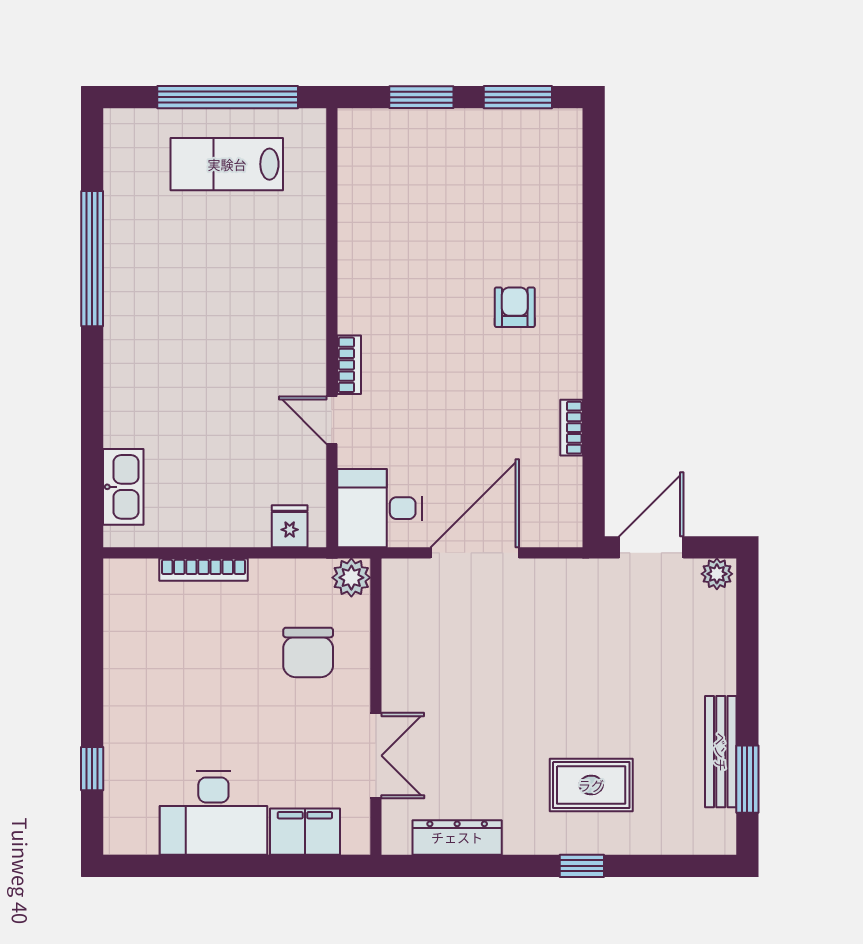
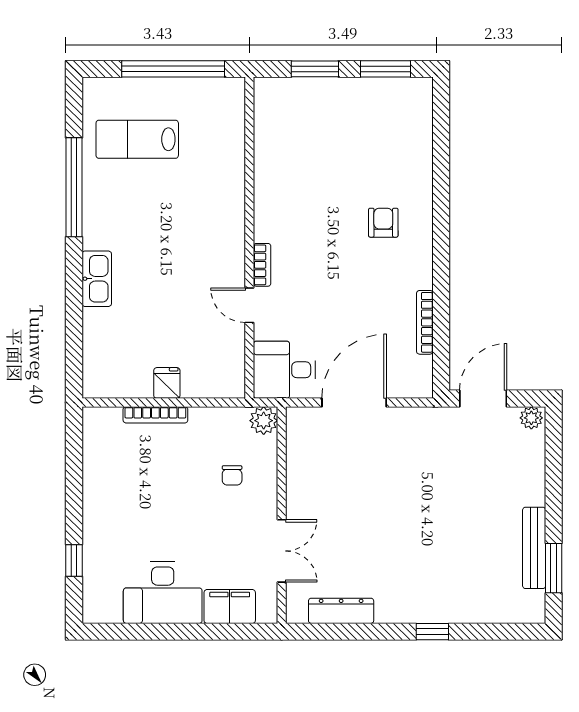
lab bench: (227, 164) -> (137, 139), moved
bookcase: (572, 428) -> (425, 322), width x1.56
kitchen sink: (123, 487) -> (97, 279), moved
fridge: (290, 526) -> (167, 383), moved
chair: (308, 652) -> (232, 475), width x0.54, depth x0.54
rug: (591, 785) -> (439, 572), removed

